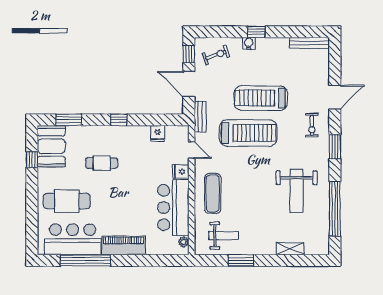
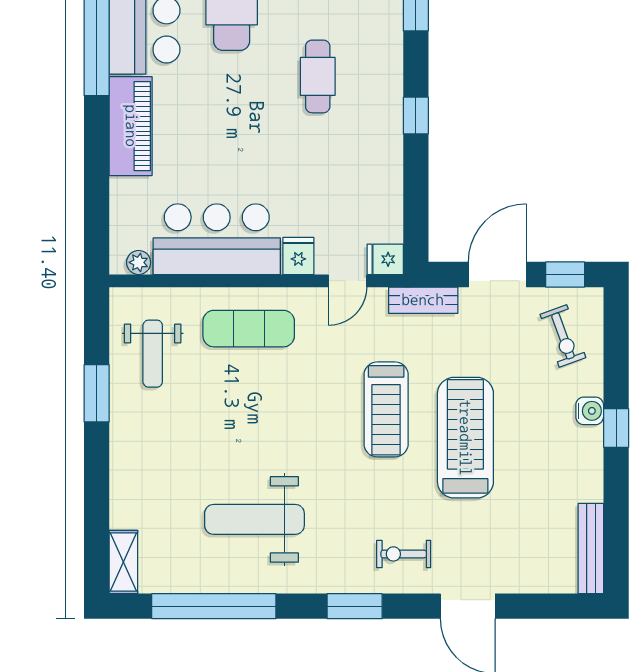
fridge: (158, 133) -> (385, 259), moved
treadmill: (248, 133) -> (386, 409), width x0.73, depth x0.73
shelving: (290, 249) -> (123, 562), moved

